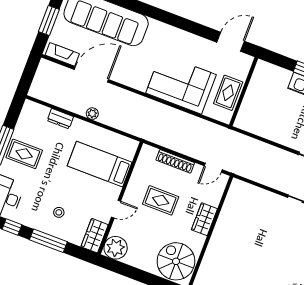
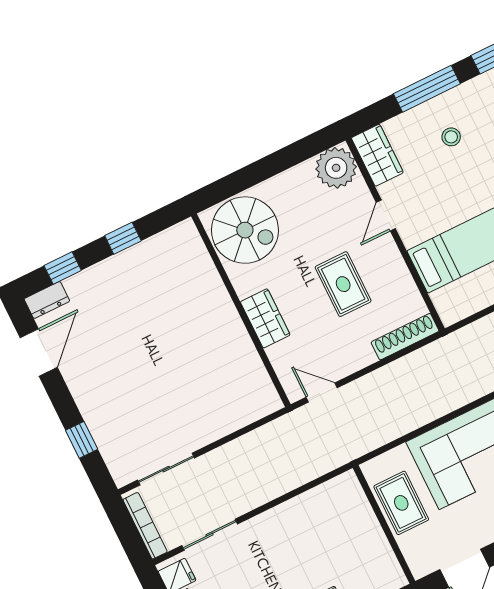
shoe rack: (175, 161) -> (405, 337), moved
door: (213, 168) -> (322, 393), hinge flipped
rug: (161, 200) -> (343, 284), turned 90

